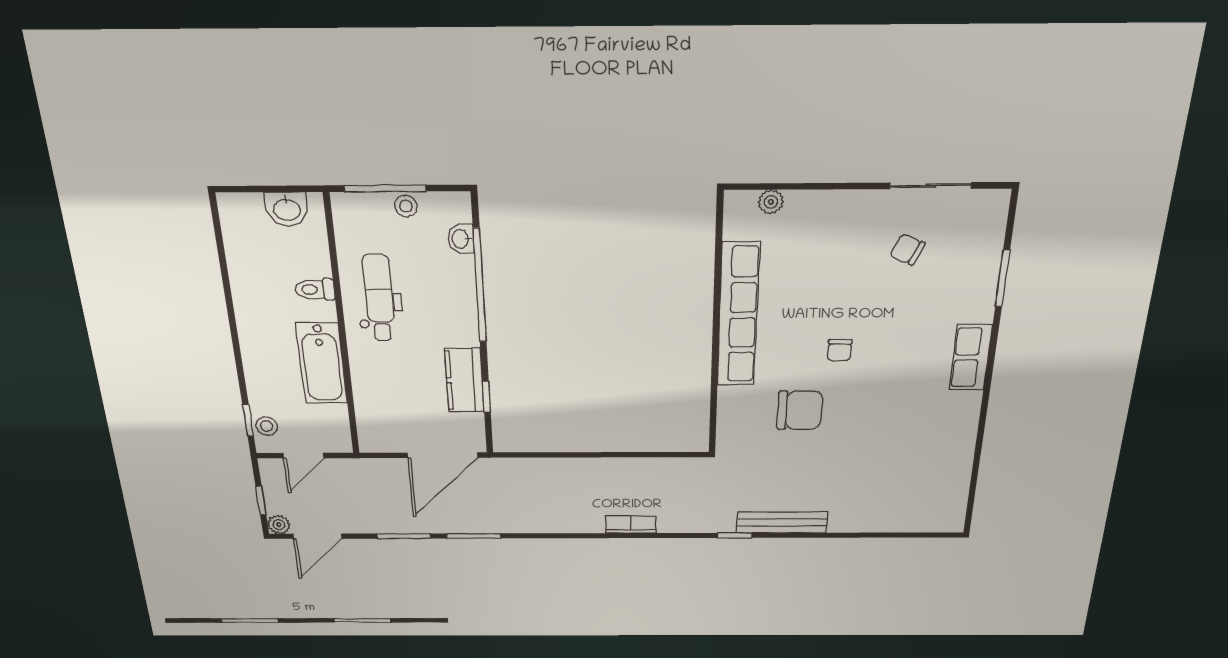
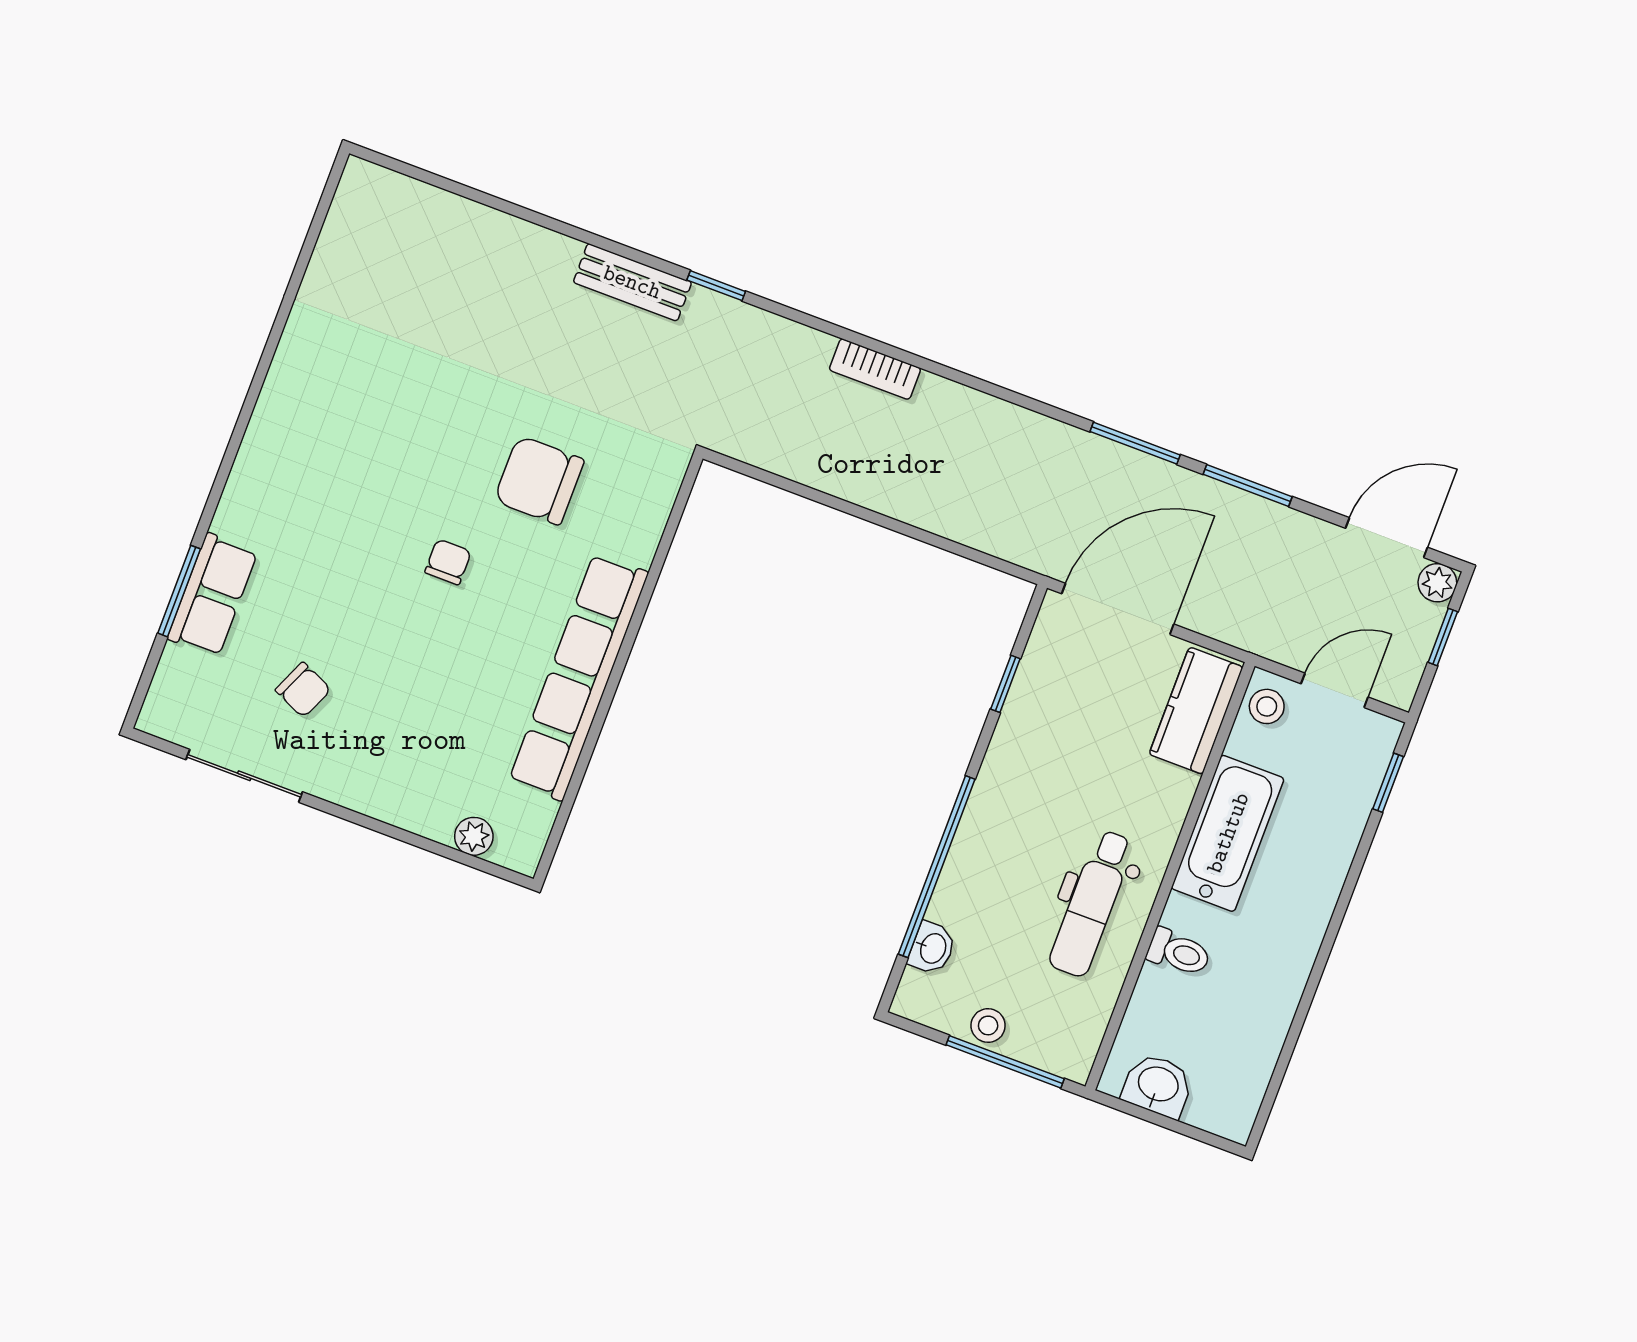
row of seats: (971, 357) -> (212, 595), moved
kitchen counter: (464, 380) -> (1196, 711), moved, turned 180
stool: (267, 426) -> (1267, 706), moved
bench: (782, 522) -> (632, 282), width x0.73

